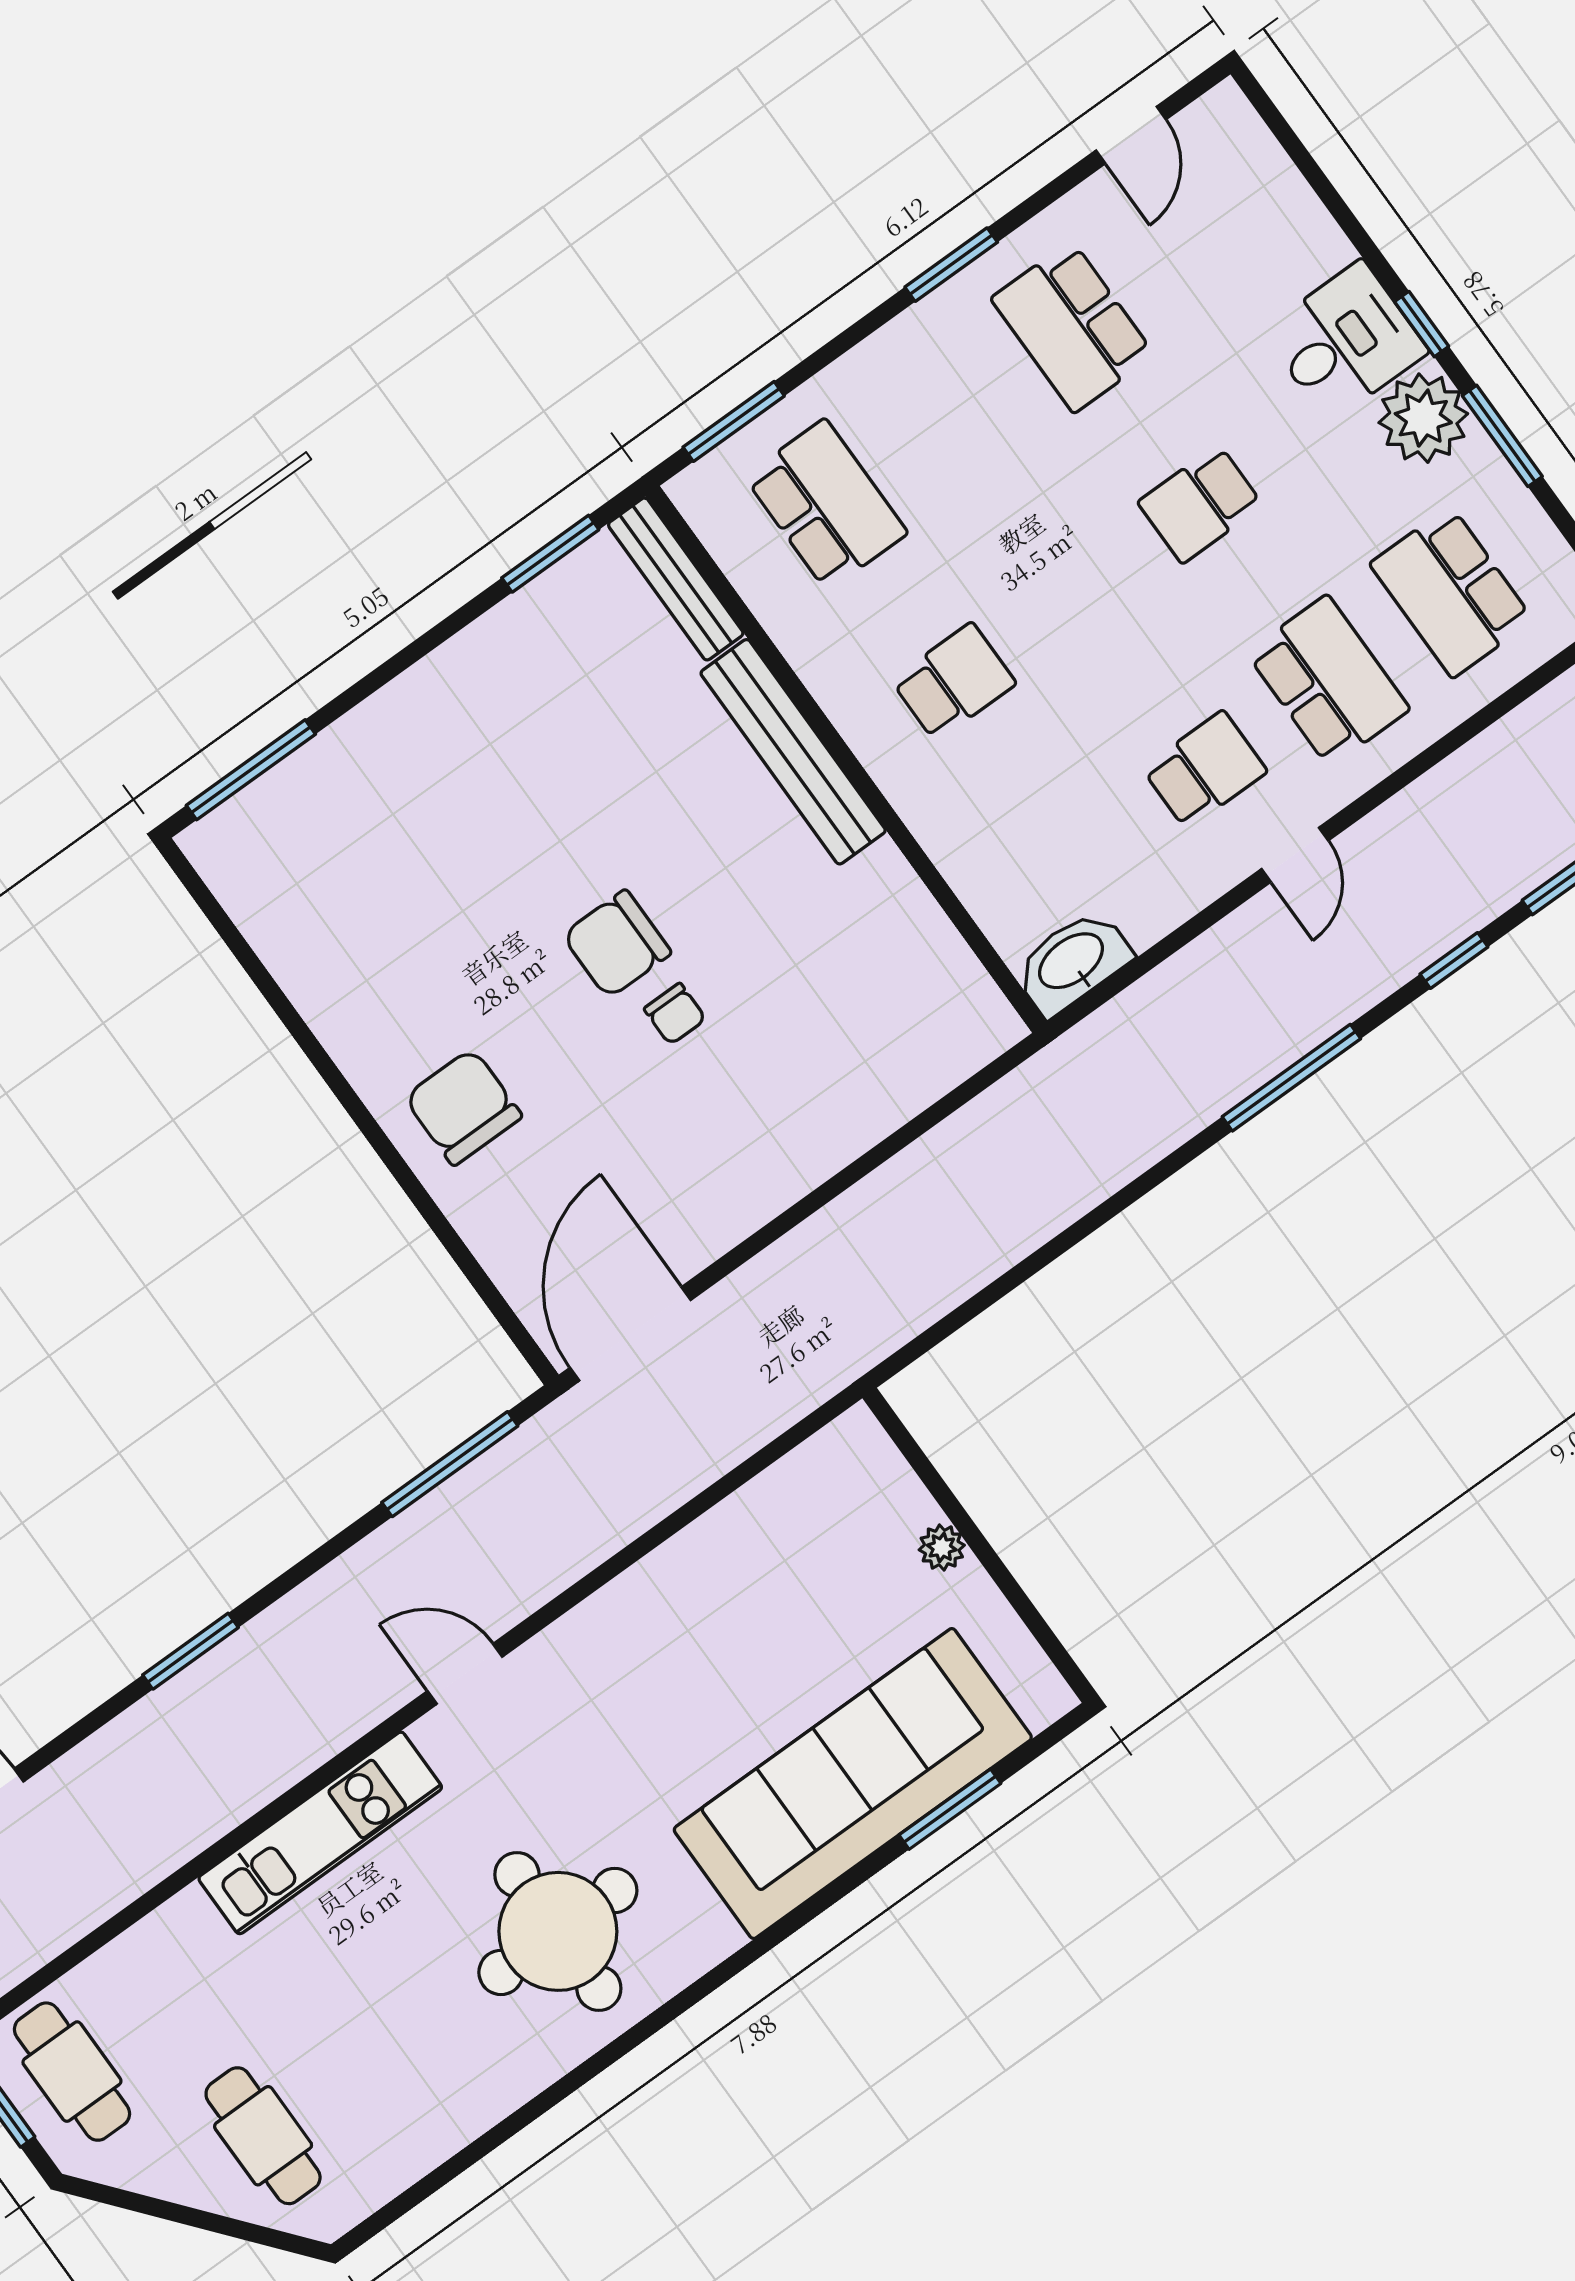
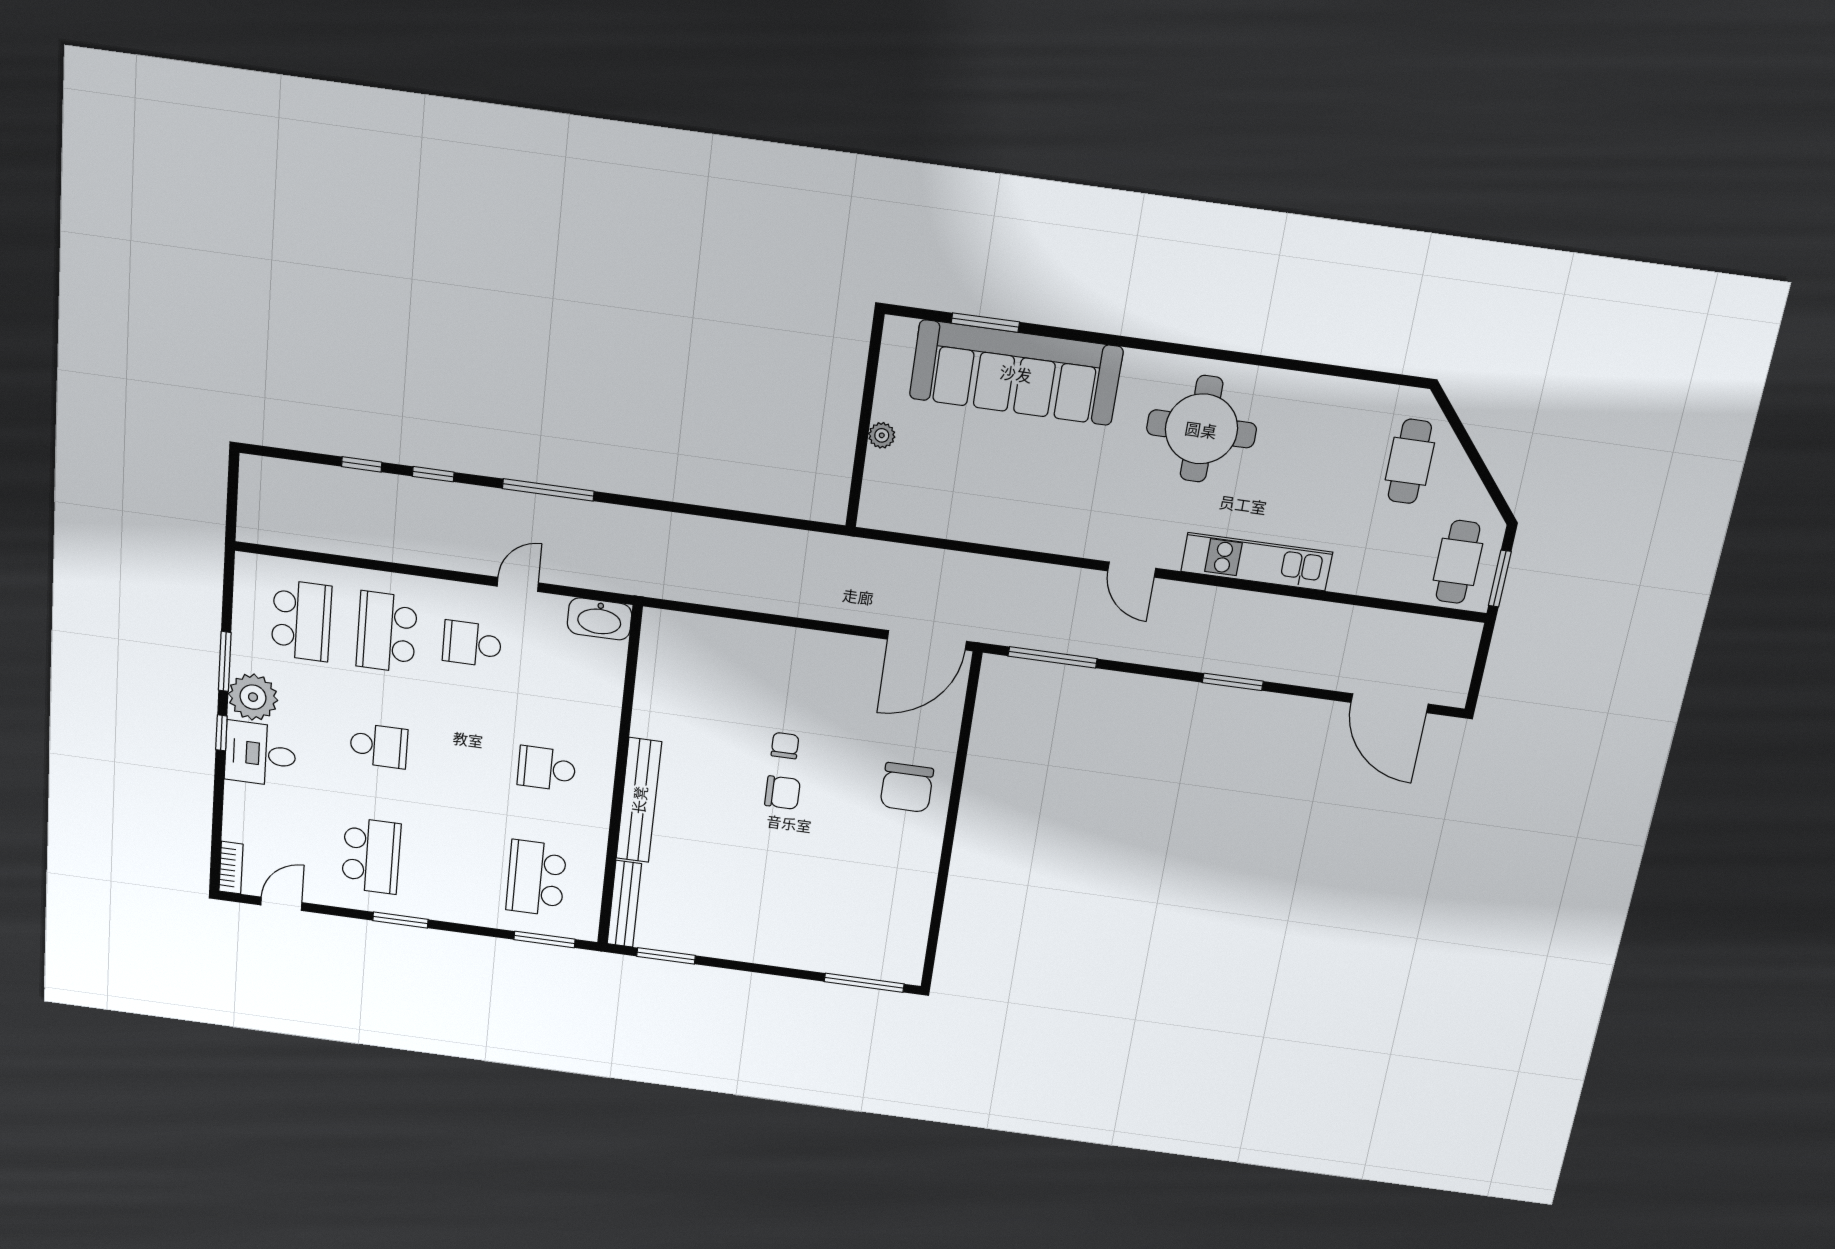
bookcase: (1244, 127) -> (231, 868), added
door: (1295, 855) -> (518, 584), moved
chair: (617, 944) -> (782, 793), width x0.73, depth x0.73

